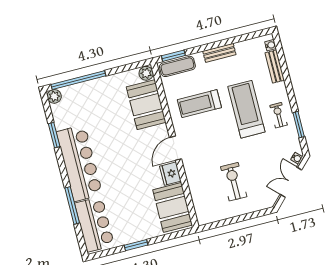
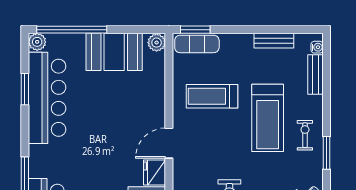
bench: (219, 53) -> (274, 41), moved
booth: (146, 105) -> (114, 52), moved, turned 90
treadmill: (246, 109) -> (268, 118), turned 180
bar counter: (79, 163) -> (47, 98), moved

